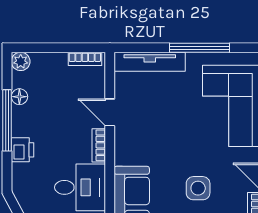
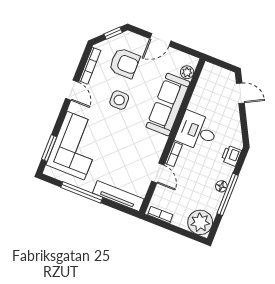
plant: (21, 61) -> (200, 222), width x1.87, depth x1.87
floor lamp: (19, 97) -> (221, 186), moved
printer: (22, 150) -> (231, 156), moved

